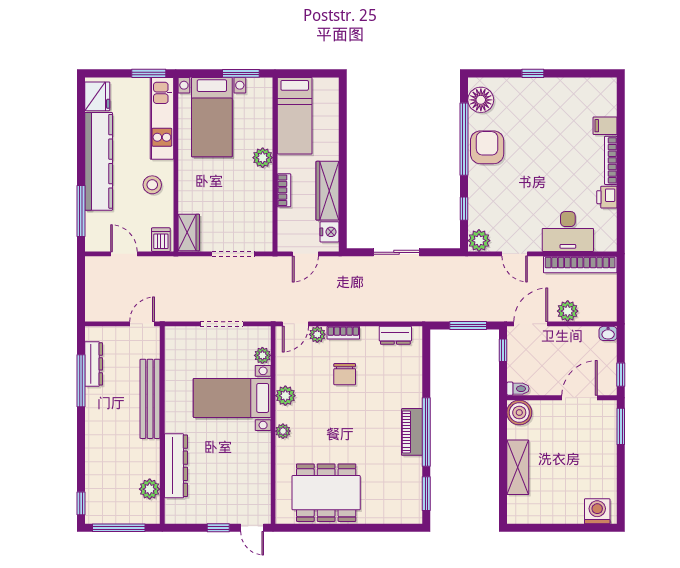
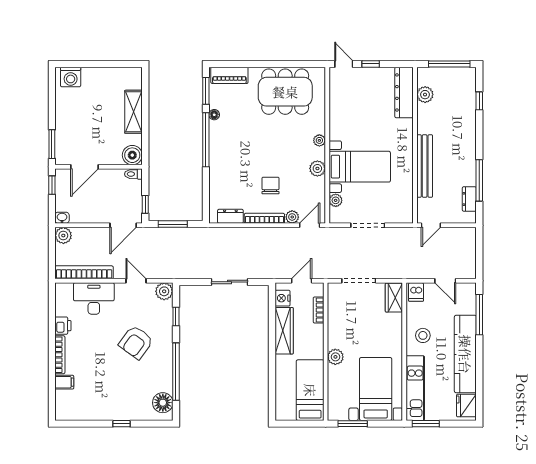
armchair: (487, 147) -> (136, 342), moved, turned 36
bookcase: (284, 190) -> (319, 310), moved
plant: (568, 311) -> (63, 236), moved
bookcase: (343, 333) -> (264, 218), width x1.56
dresser: (94, 364) -> (469, 199), width x0.70
piano: (412, 432) -> (229, 75), moved, turned 90
floor lamp: (416, 464) -> (214, 115), added
dresser: (176, 466) -> (404, 92), moved
window: (81, 503) -> (479, 101), moved

